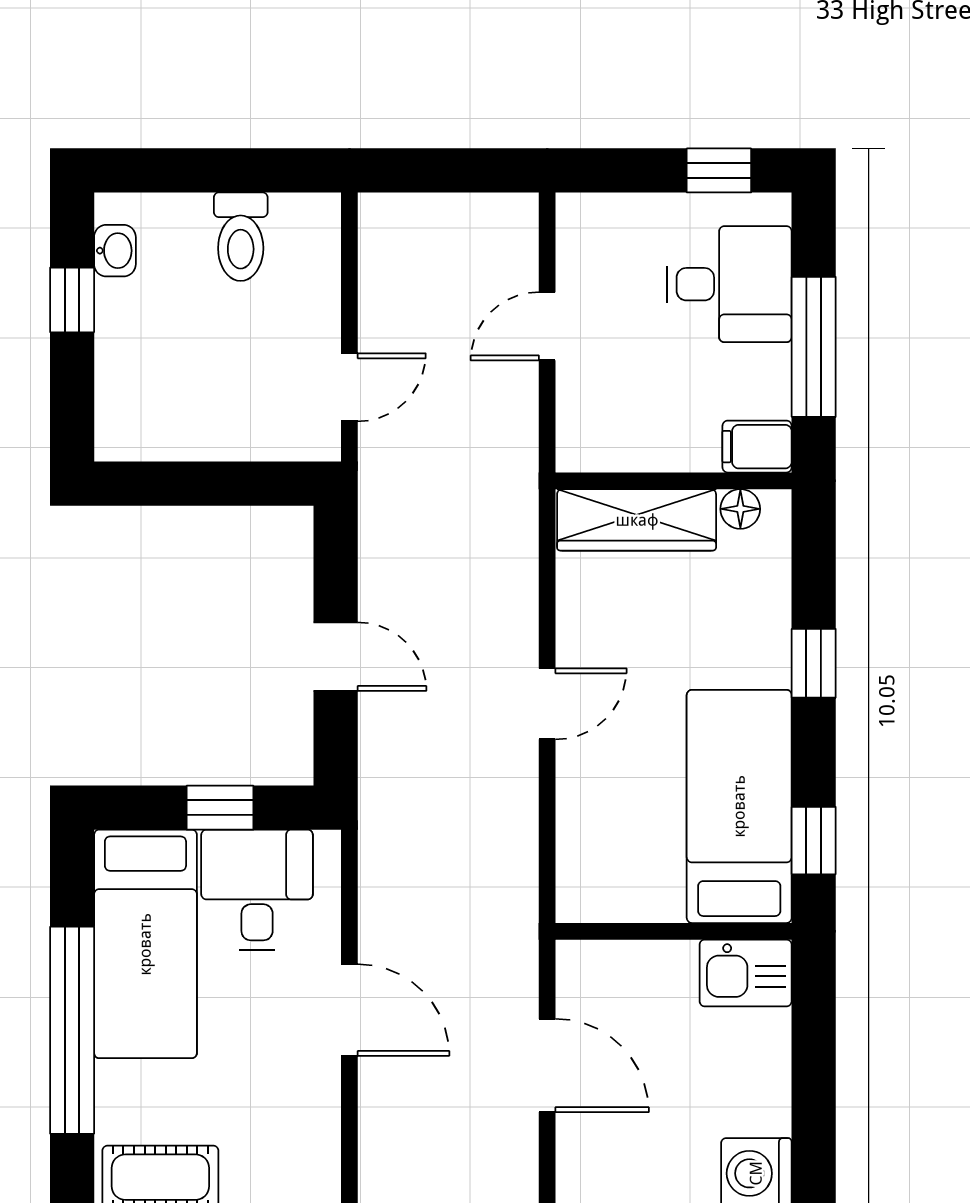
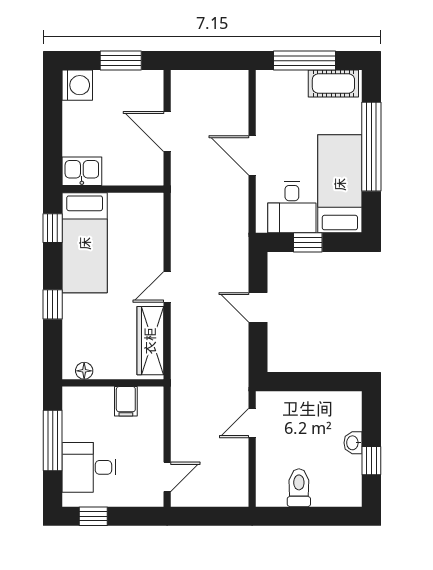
washbasin: (115, 251) -> (353, 443), moved
door: (547, 326) -> (167, 477), moved
filing cabinet: (757, 447) -> (126, 401), moved, turned 90
wardrobe: (637, 520) -> (150, 341), moved, turned -90

